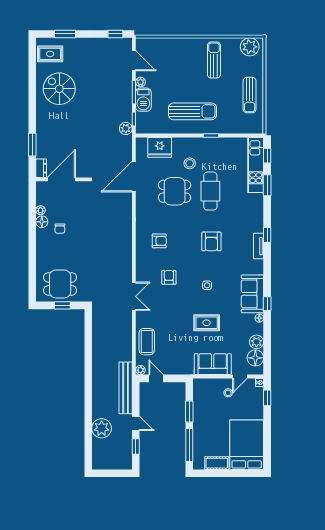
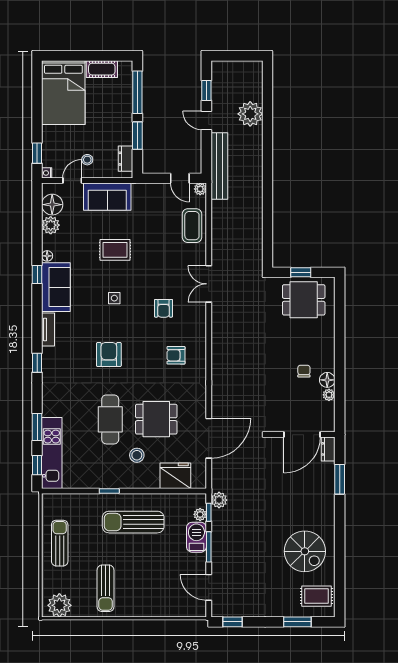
plant: (141, 82) -> (200, 514), moved
tv unit: (259, 246) -> (48, 330), moved
dresser: (198, 394) -> (125, 159), added

